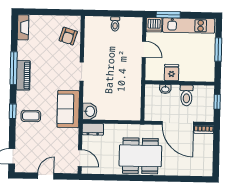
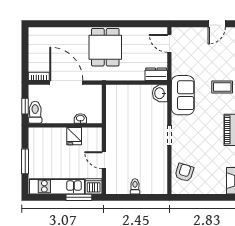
toilet: (186, 95) -> (35, 112), moved
dining table: (140, 156) -> (105, 47), width x0.73
door: (46, 176) -> (217, 24), moved

